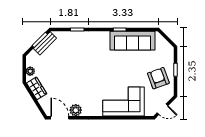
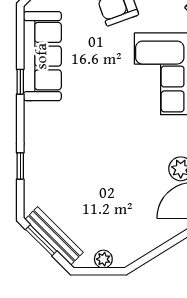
bench: (45, 43) -> (54, 236), width x1.36
wardrobe: (37, 88) -> (137, 247), removed

